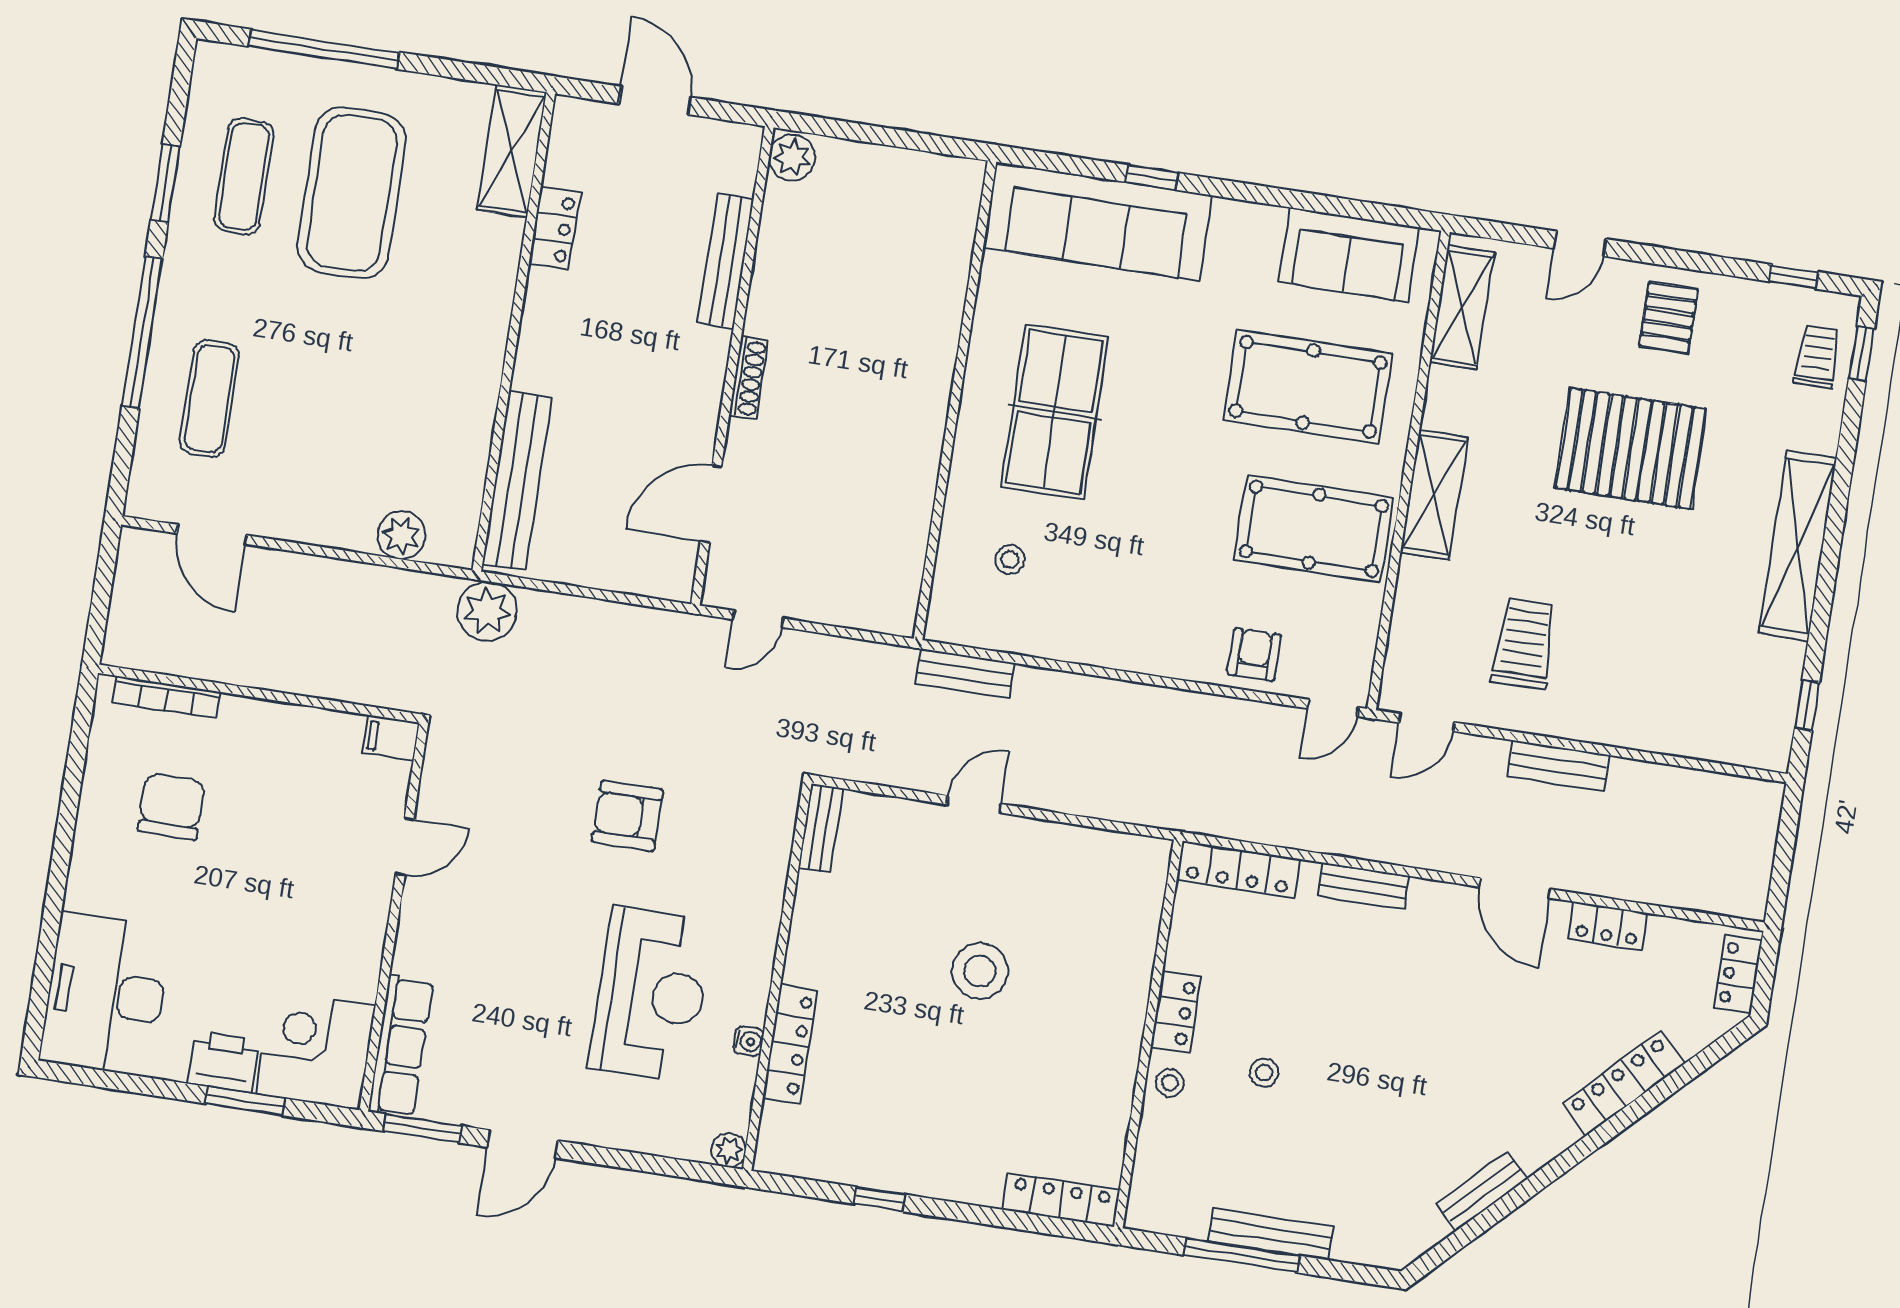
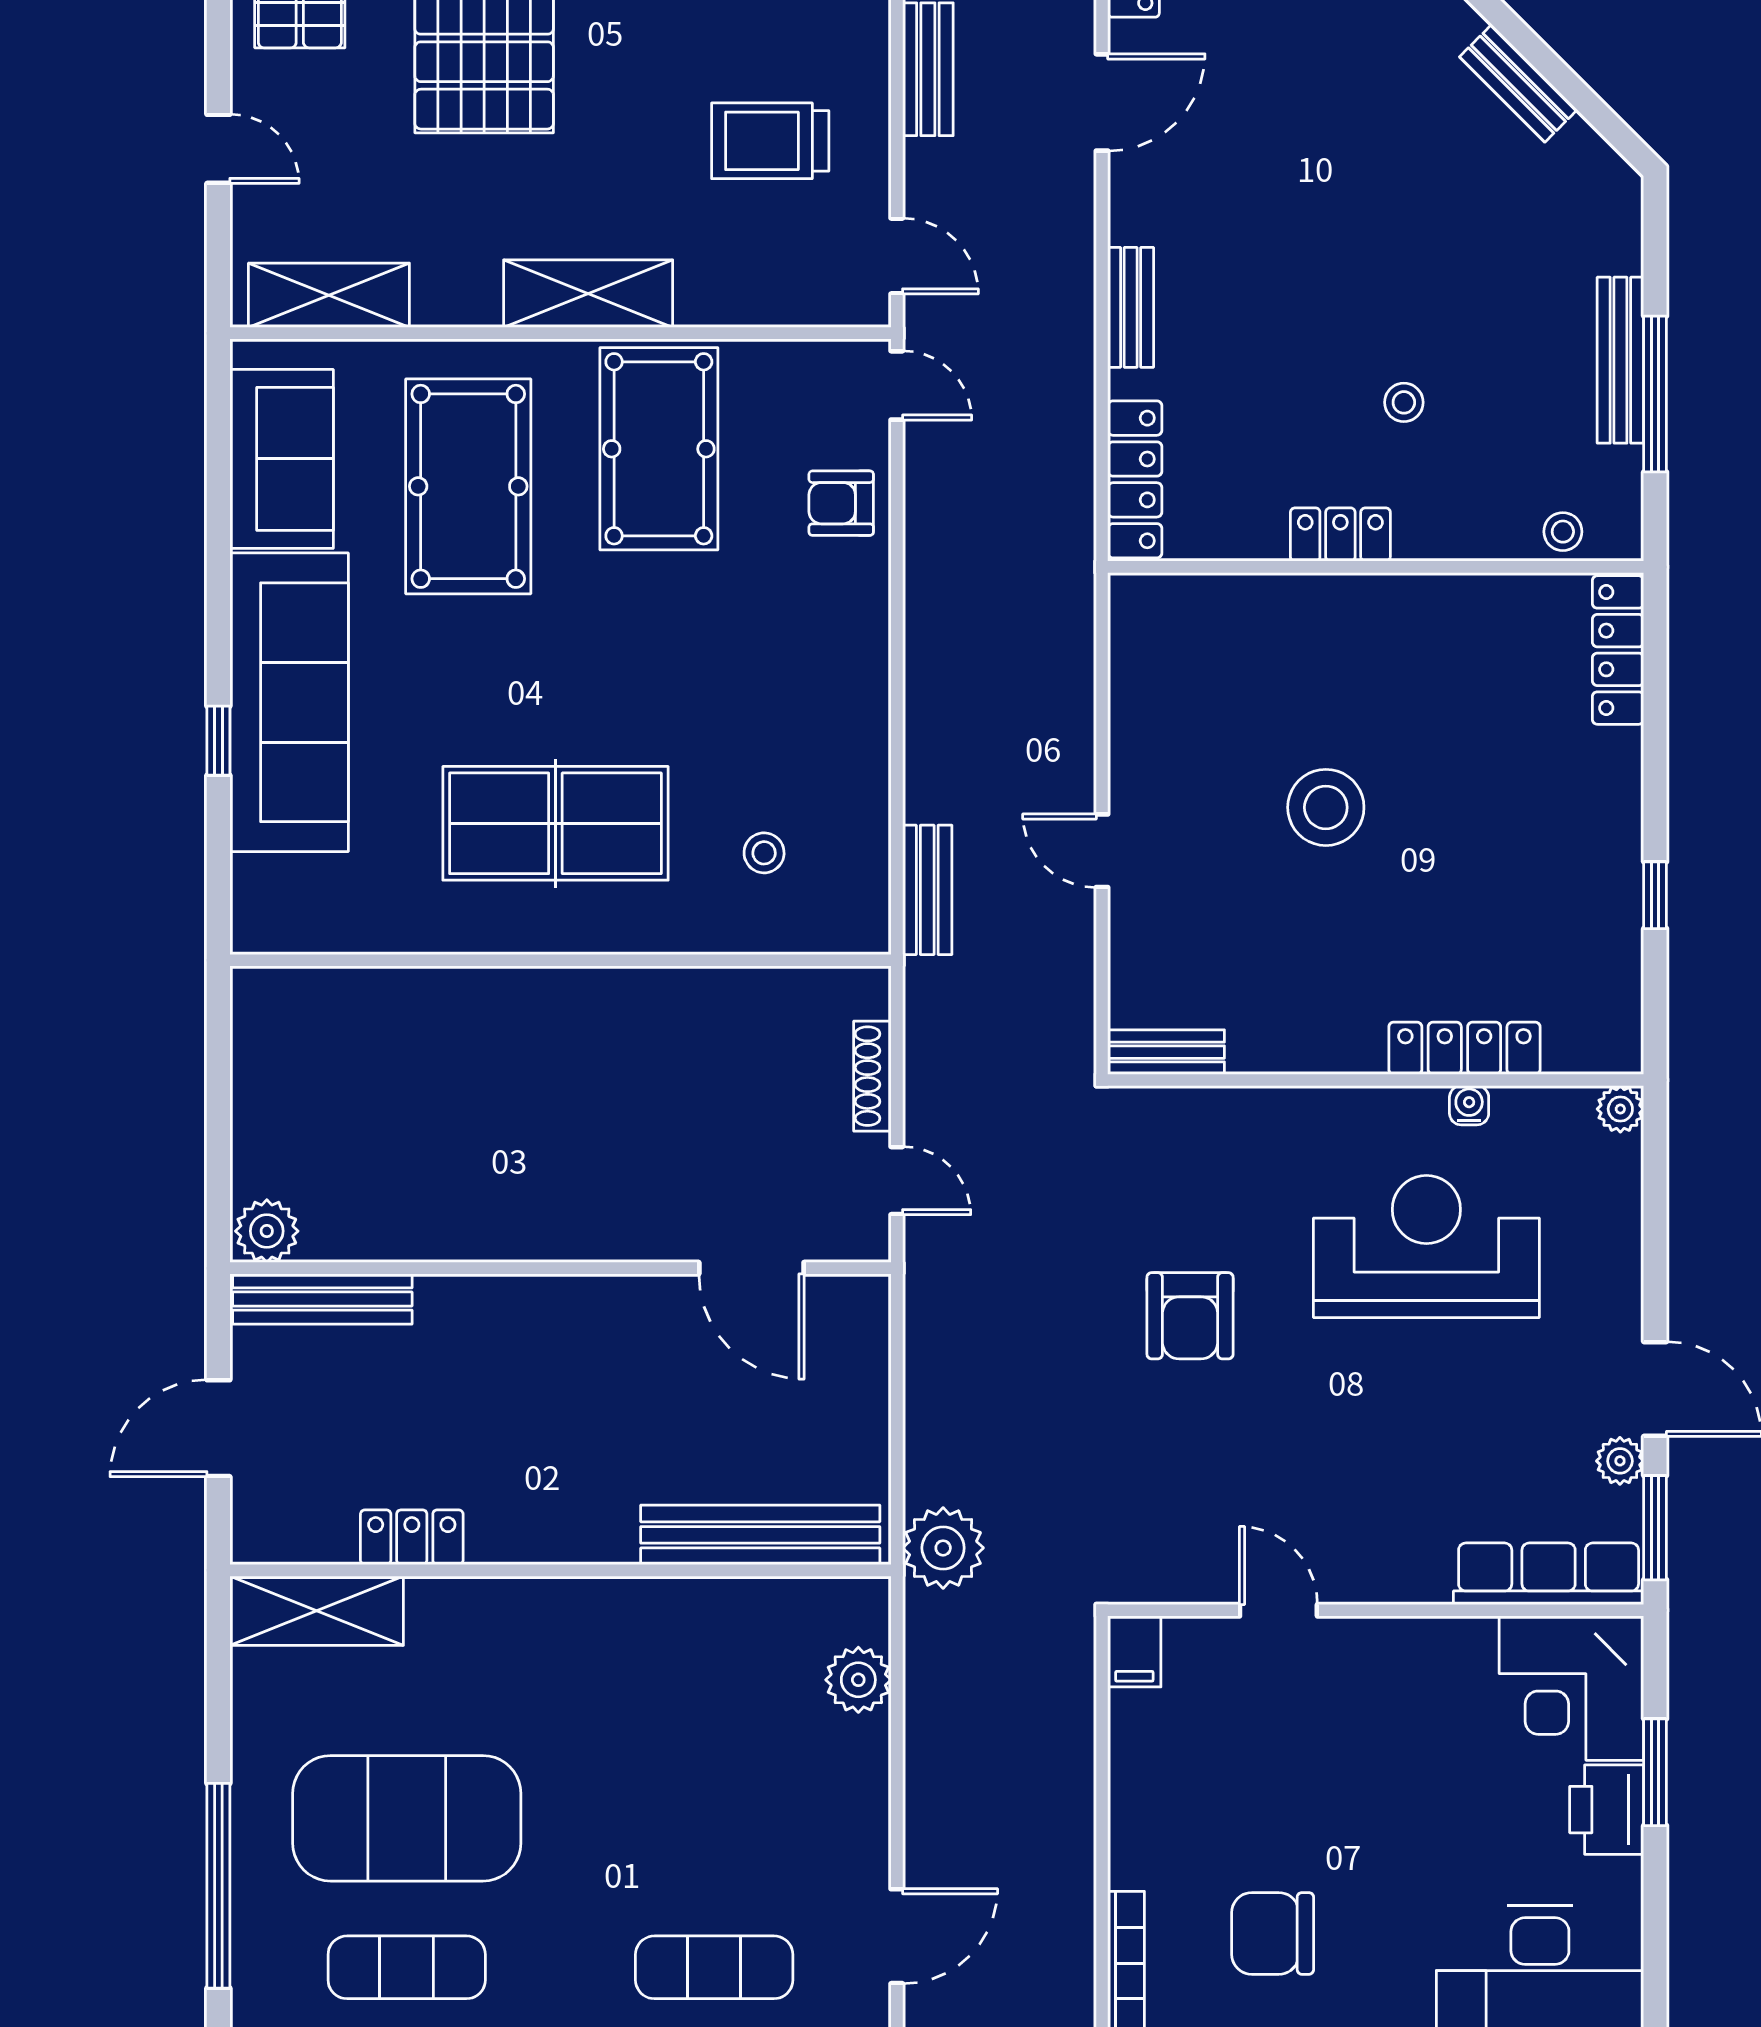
sofa: (1097, 221) -> (289, 702), moved
bench: (726, 261) -> (322, 1299), moved
shoe rack: (749, 378) -> (872, 1076), moved, turned -90
stool: (1170, 1083) -> (1563, 532), moved
plant: (474, 1110) -> (1620, 1461), added

